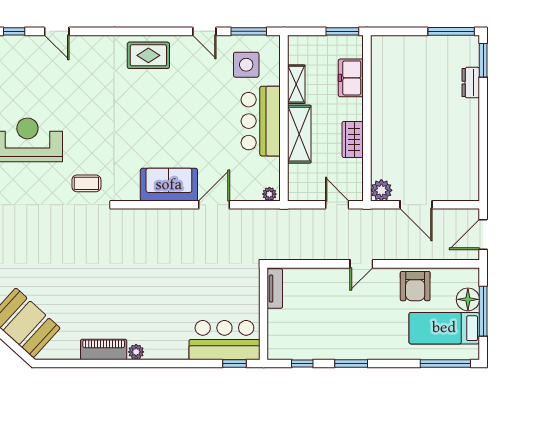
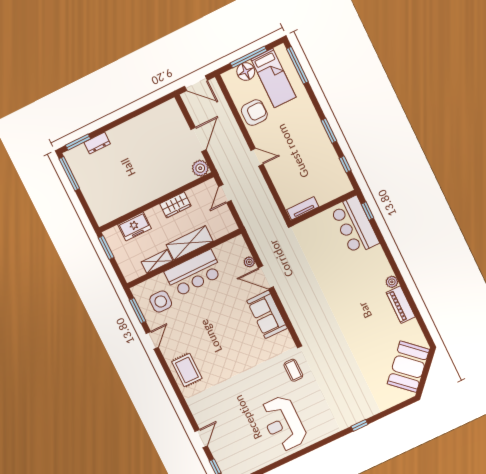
plant: (269, 194) -> (249, 262), moved

